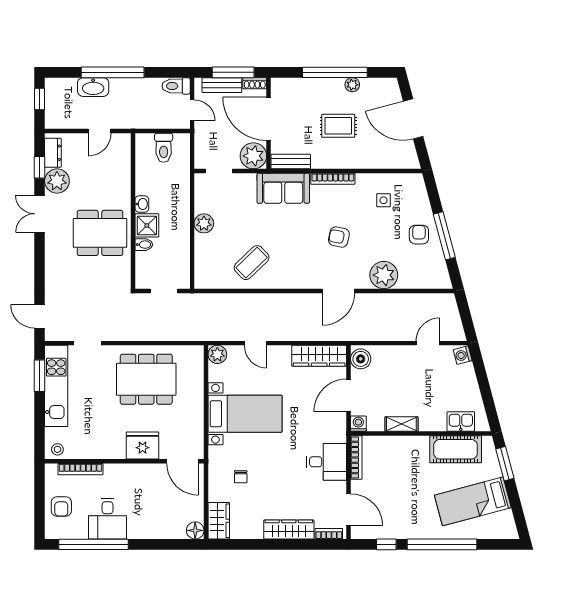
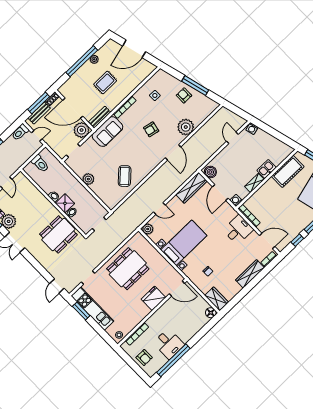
dining table: (100, 233) -> (58, 234), moved
door: (39, 316) -> (57, 286), hinge flipped
kitchen sink: (461, 422) -> (267, 169), moved

